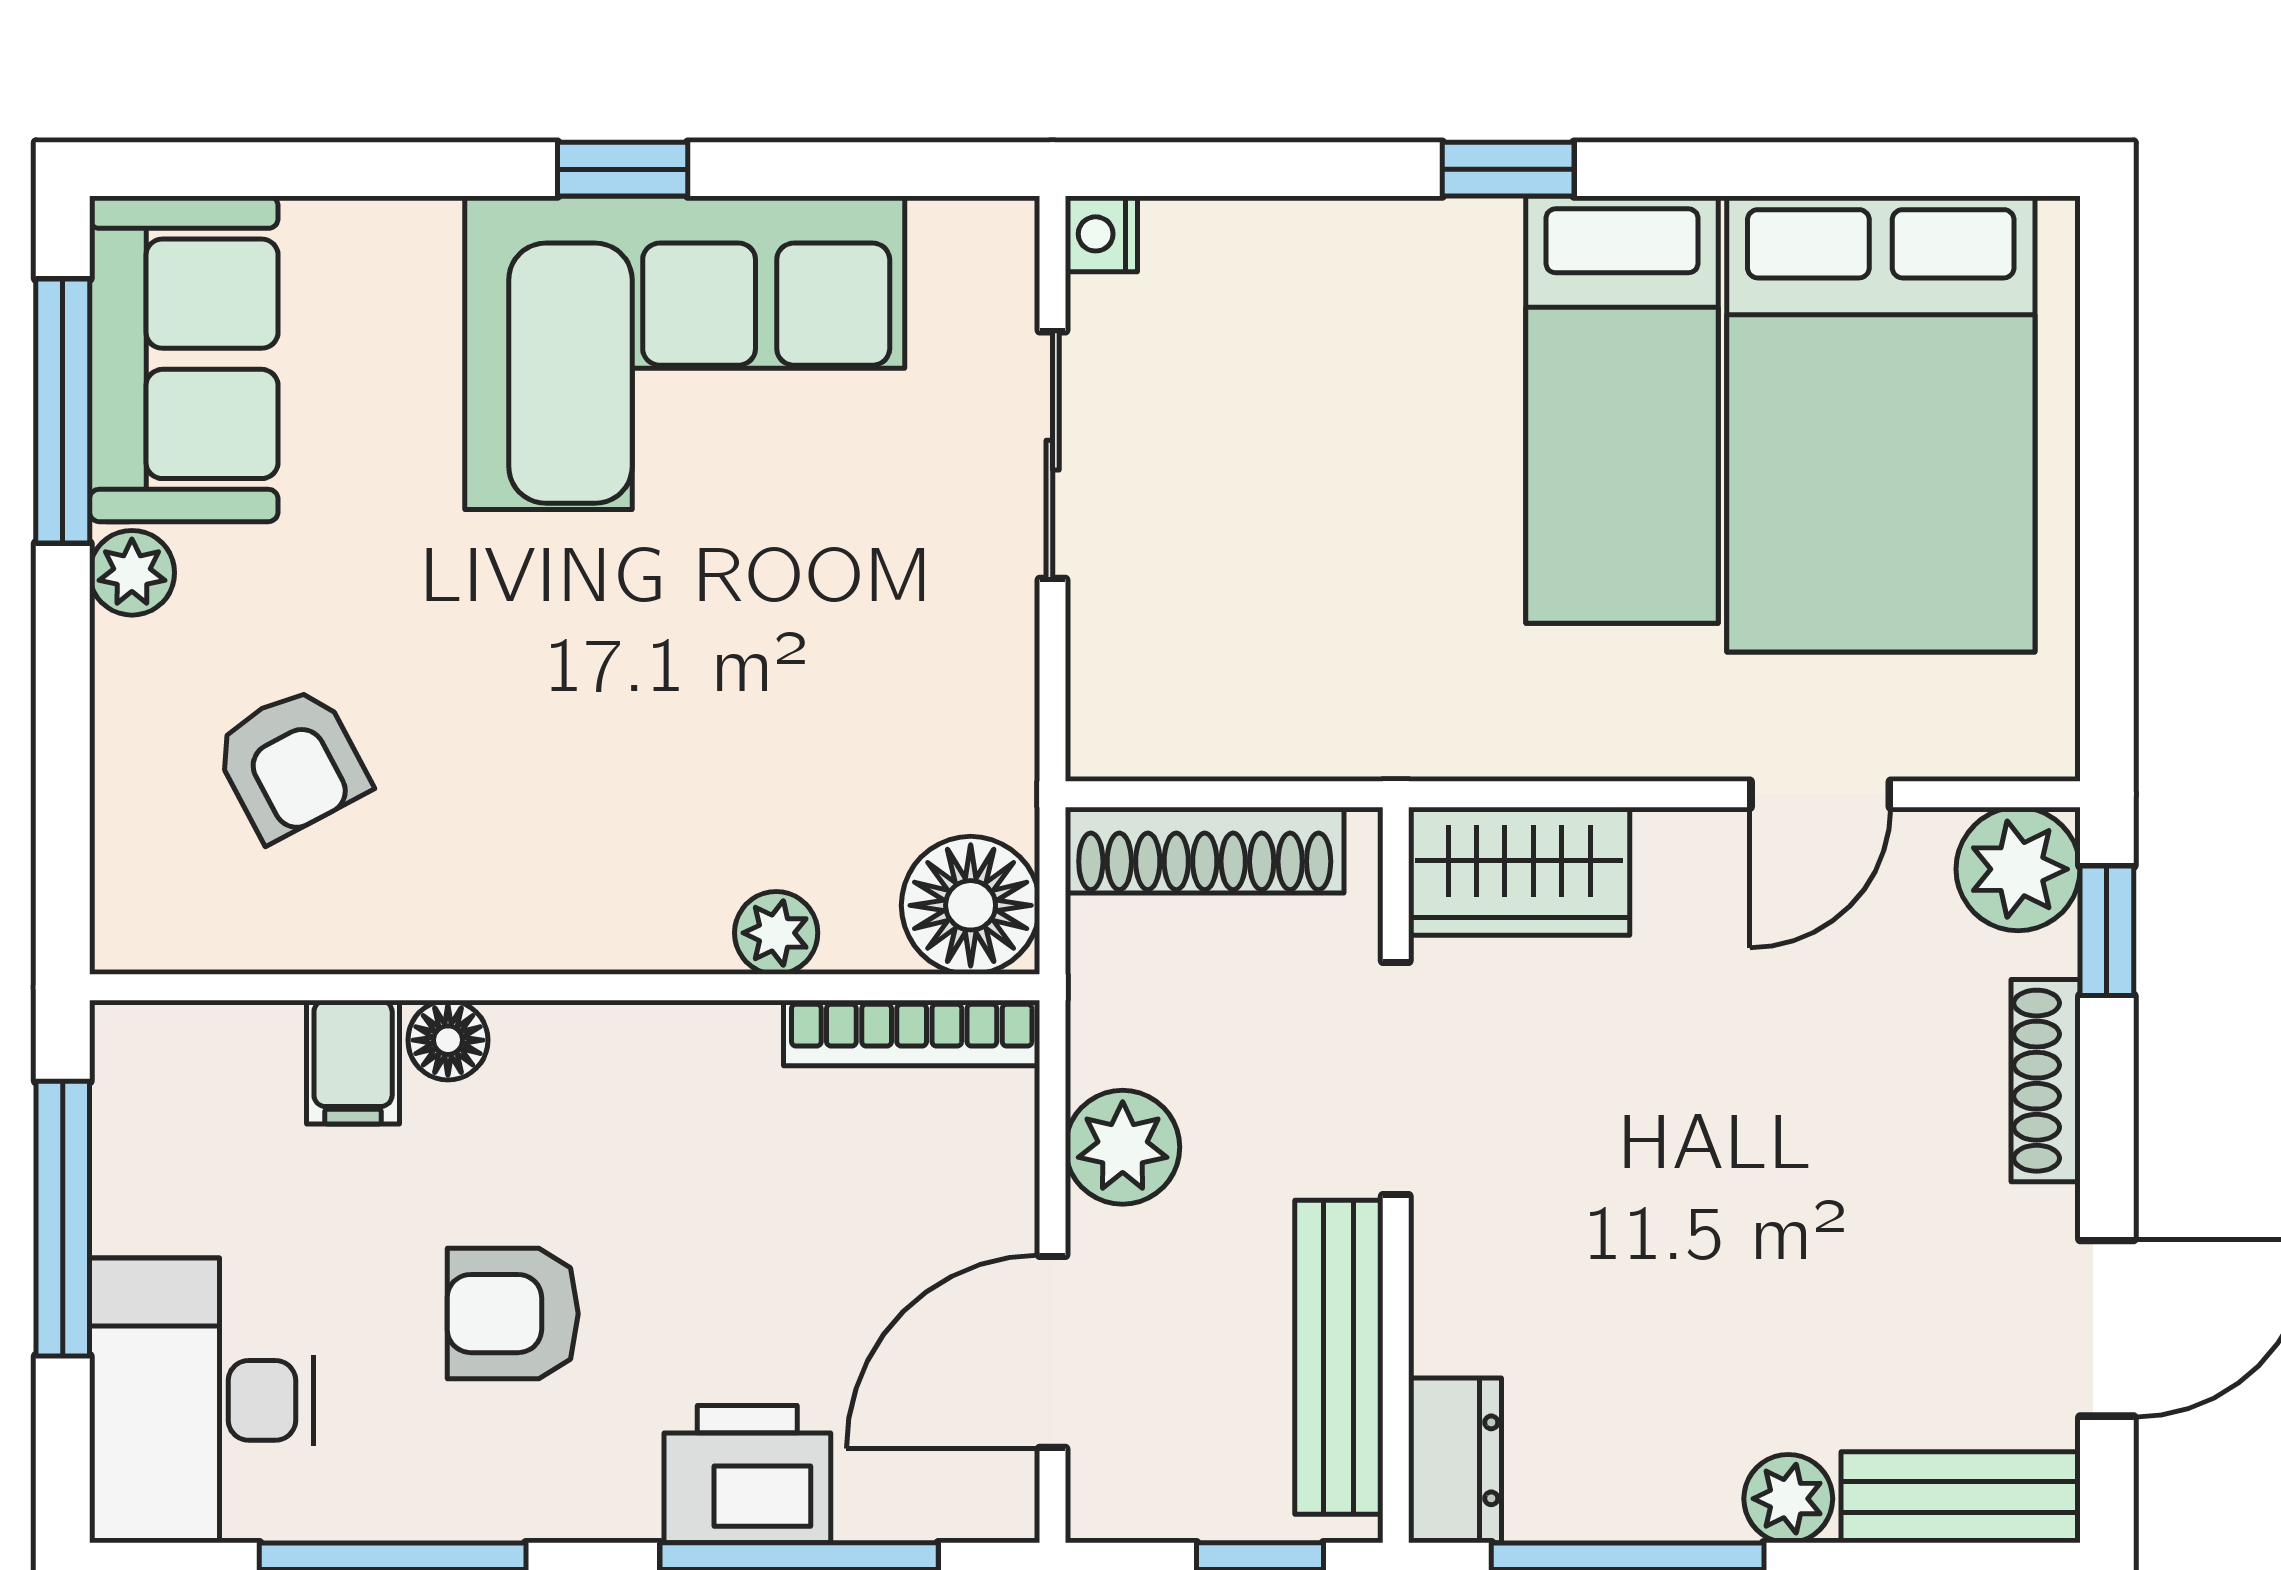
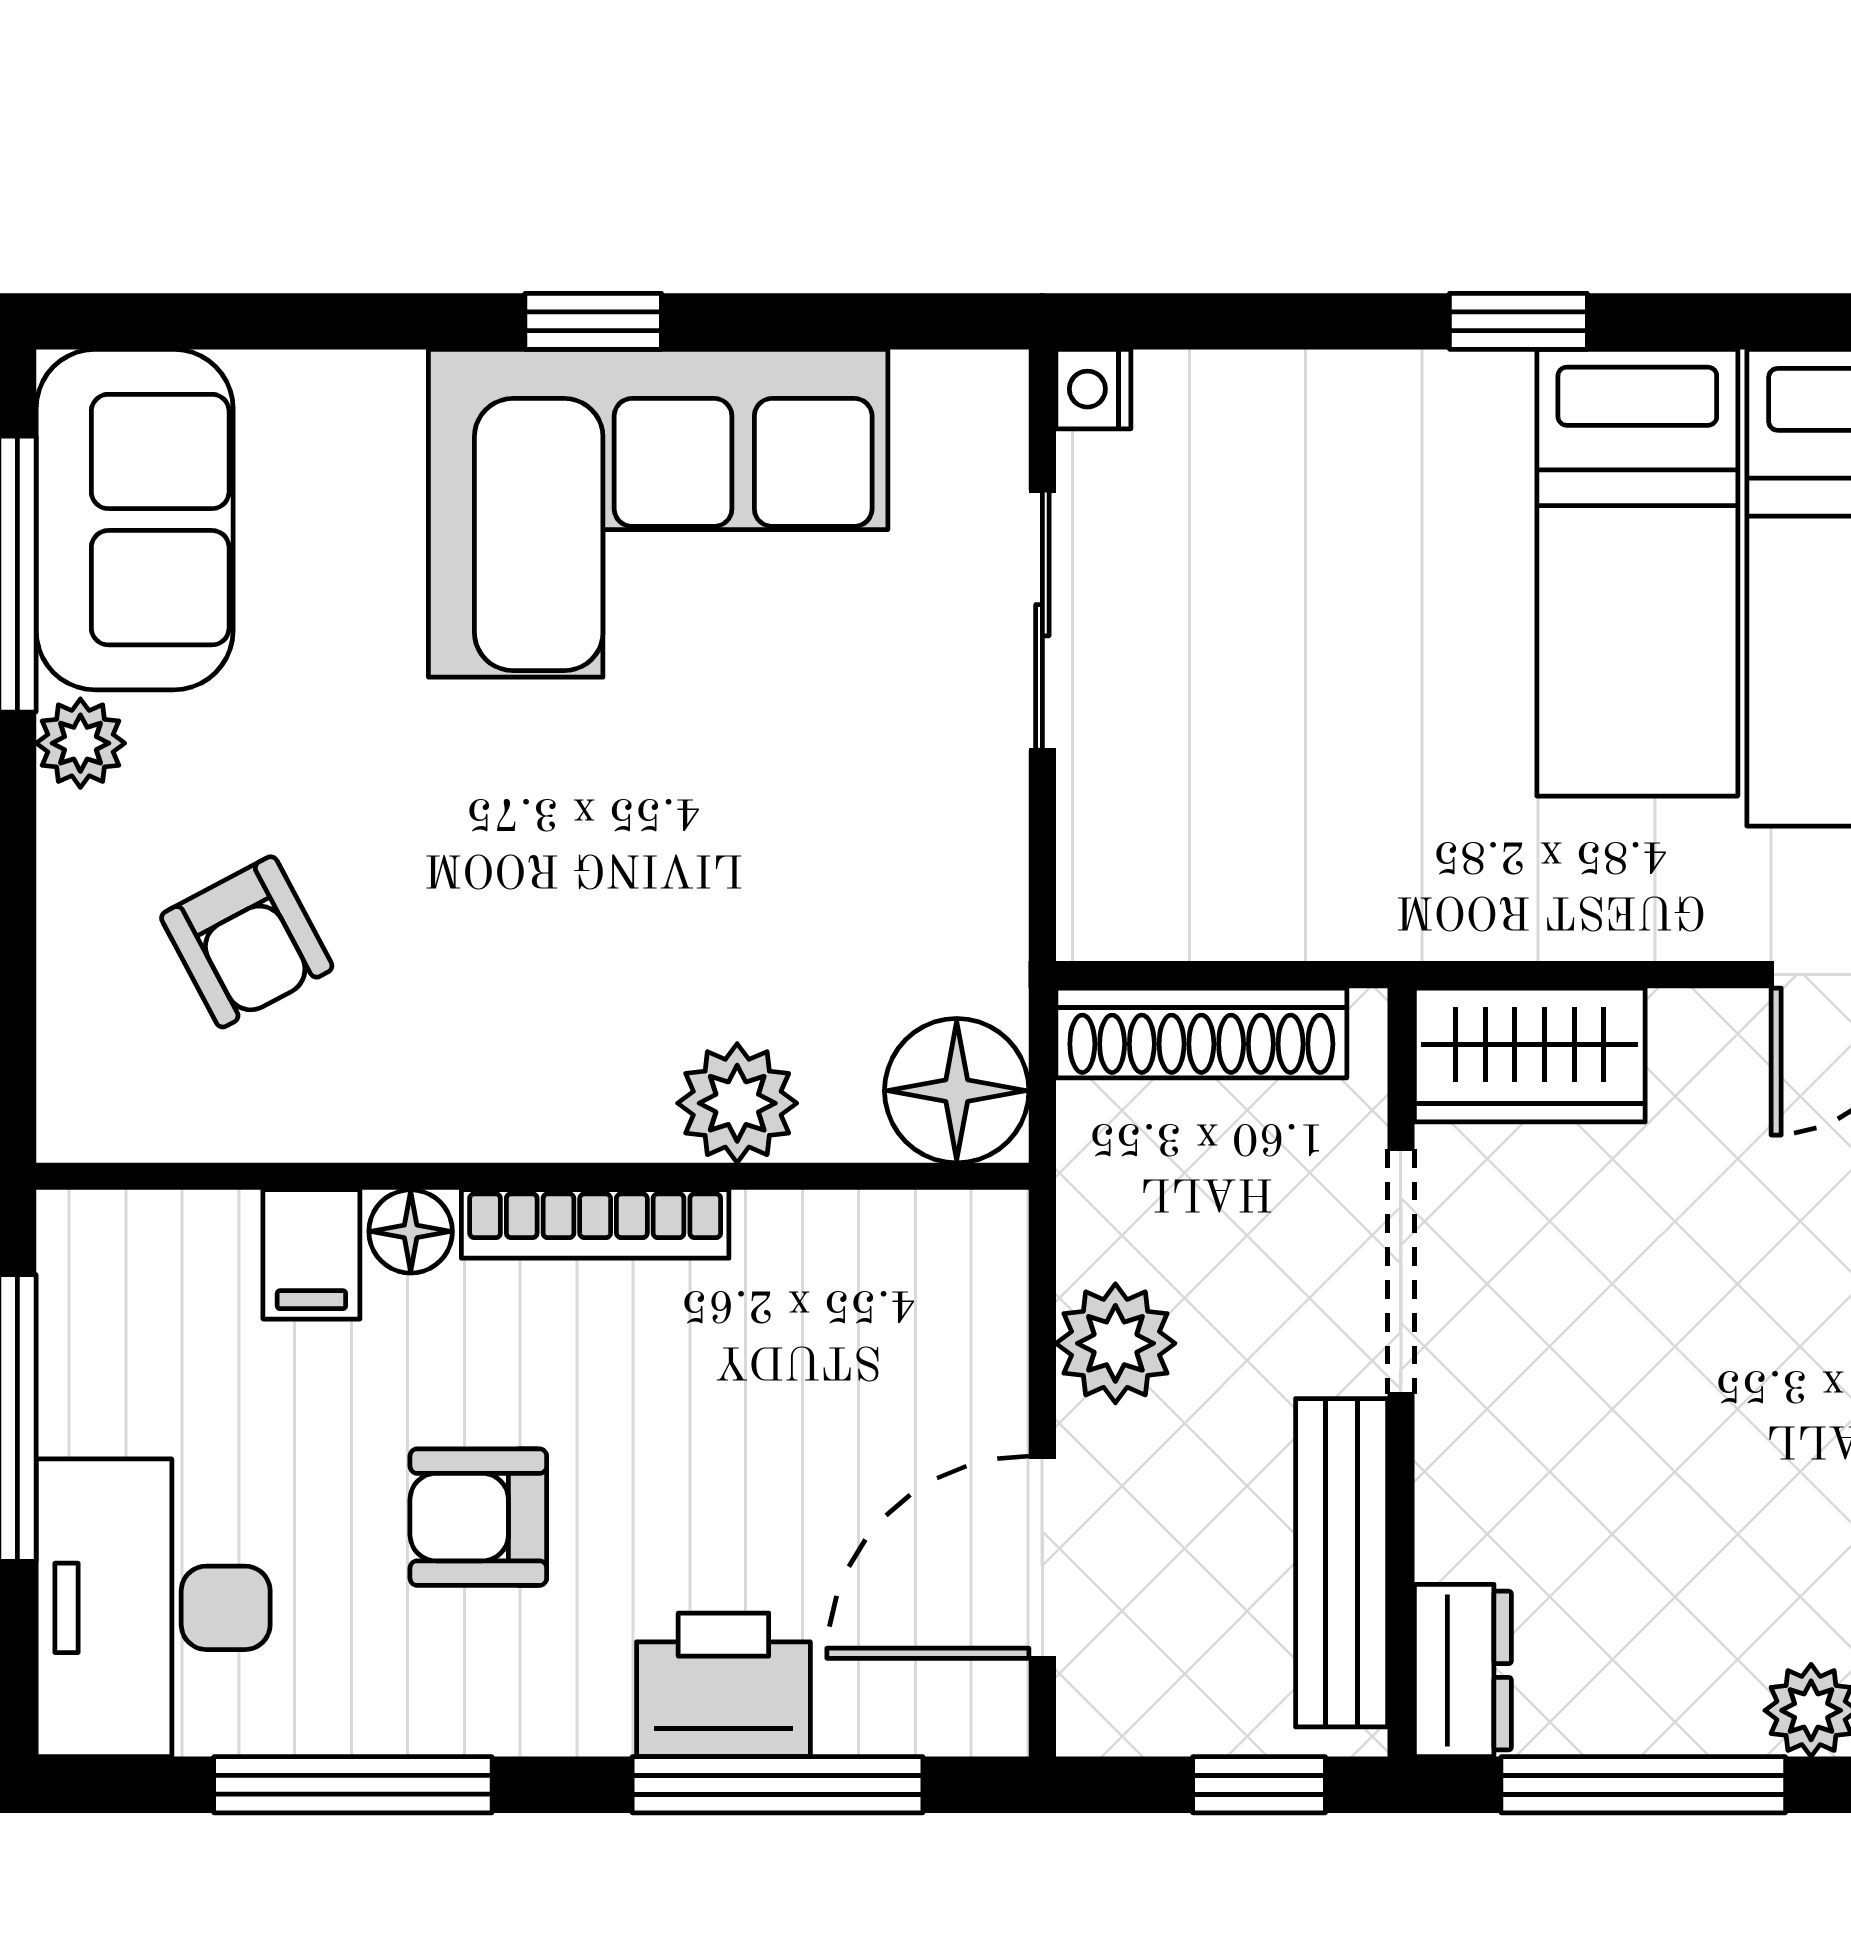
plant: (776, 933) -> (737, 1103), width x1.38, depth x1.38
bookcase: (912, 1033) -> (595, 1224), moved

